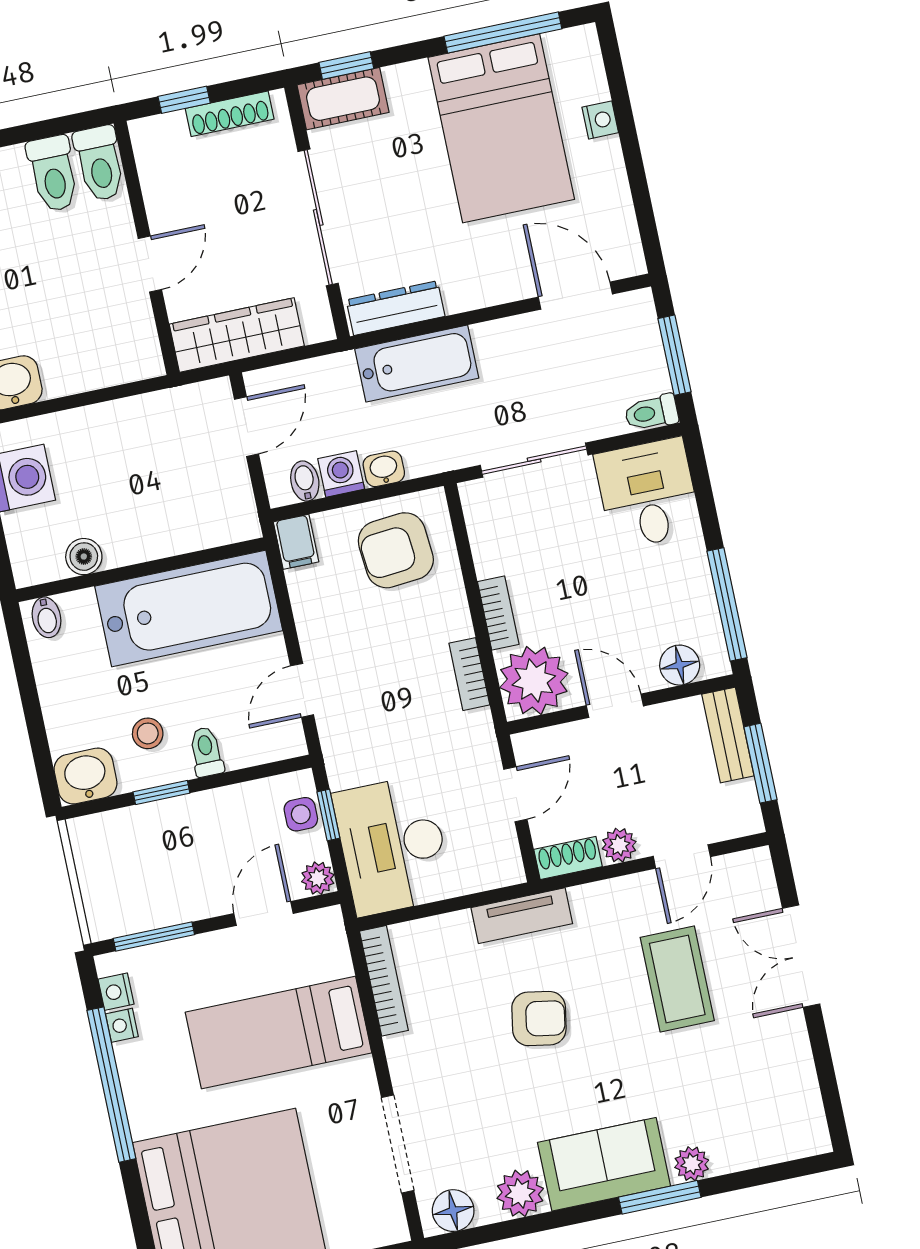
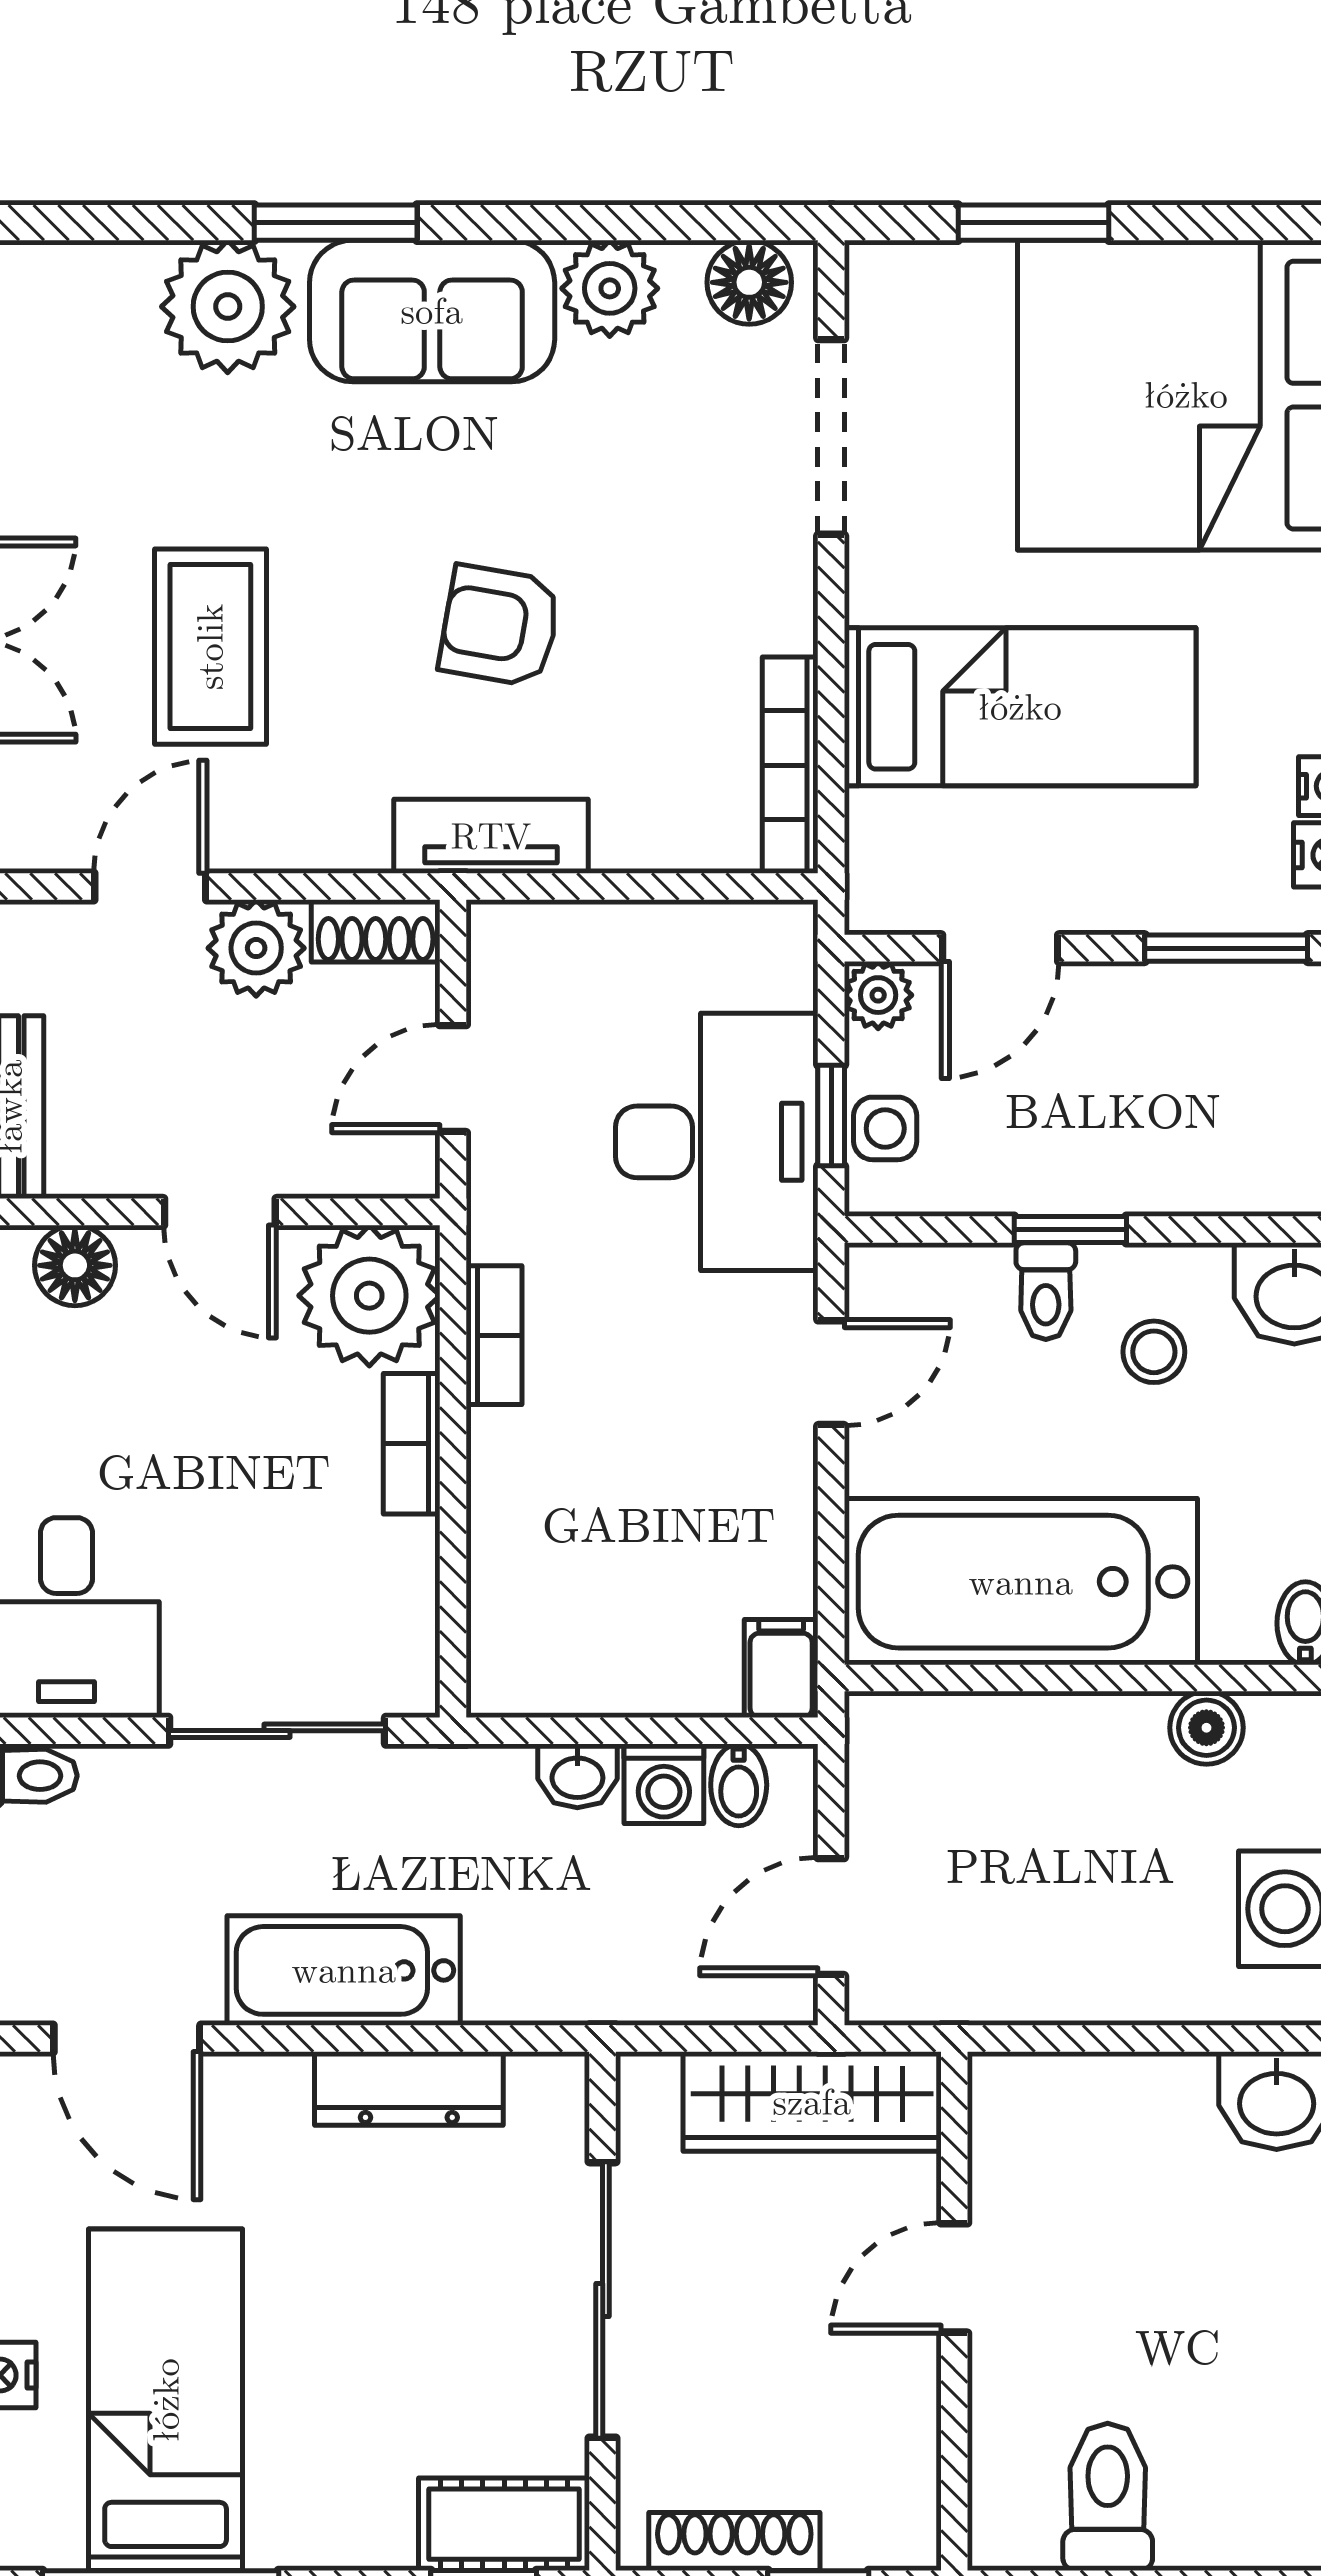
bed: (501, 128) -> (166, 2400), width x0.67
toilet: (100, 163) -> (1012, 2498), removed
dresser: (396, 308) -> (409, 2089), moved
bathtub: (417, 363) -> (344, 1970), moved
armchair: (396, 550) -> (588, 1610), removed
window: (161, 792) -> (1070, 1230), moved
desk: (393, 845) -> (717, 1142), moved
plant: (619, 845) -> (256, 948), width x1.38, depth x1.38
plant: (692, 1164) -> (228, 307), width x1.88, depth x1.88

